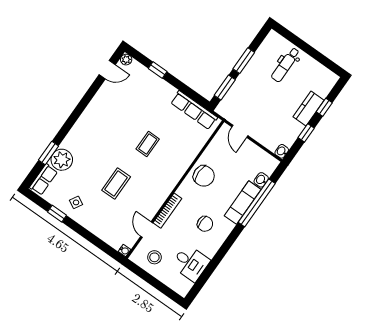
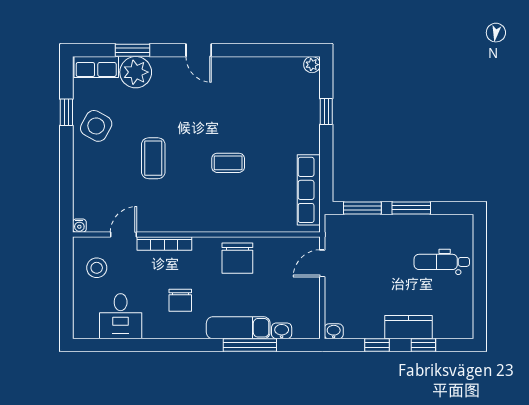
door: (107, 70) -> (199, 50), moved
coffee table: (116, 183) -> (153, 158), turned 90
side table: (76, 202) -> (96, 126), width x1.87, depth x1.87
window: (257, 203) -> (250, 345), width x0.68

